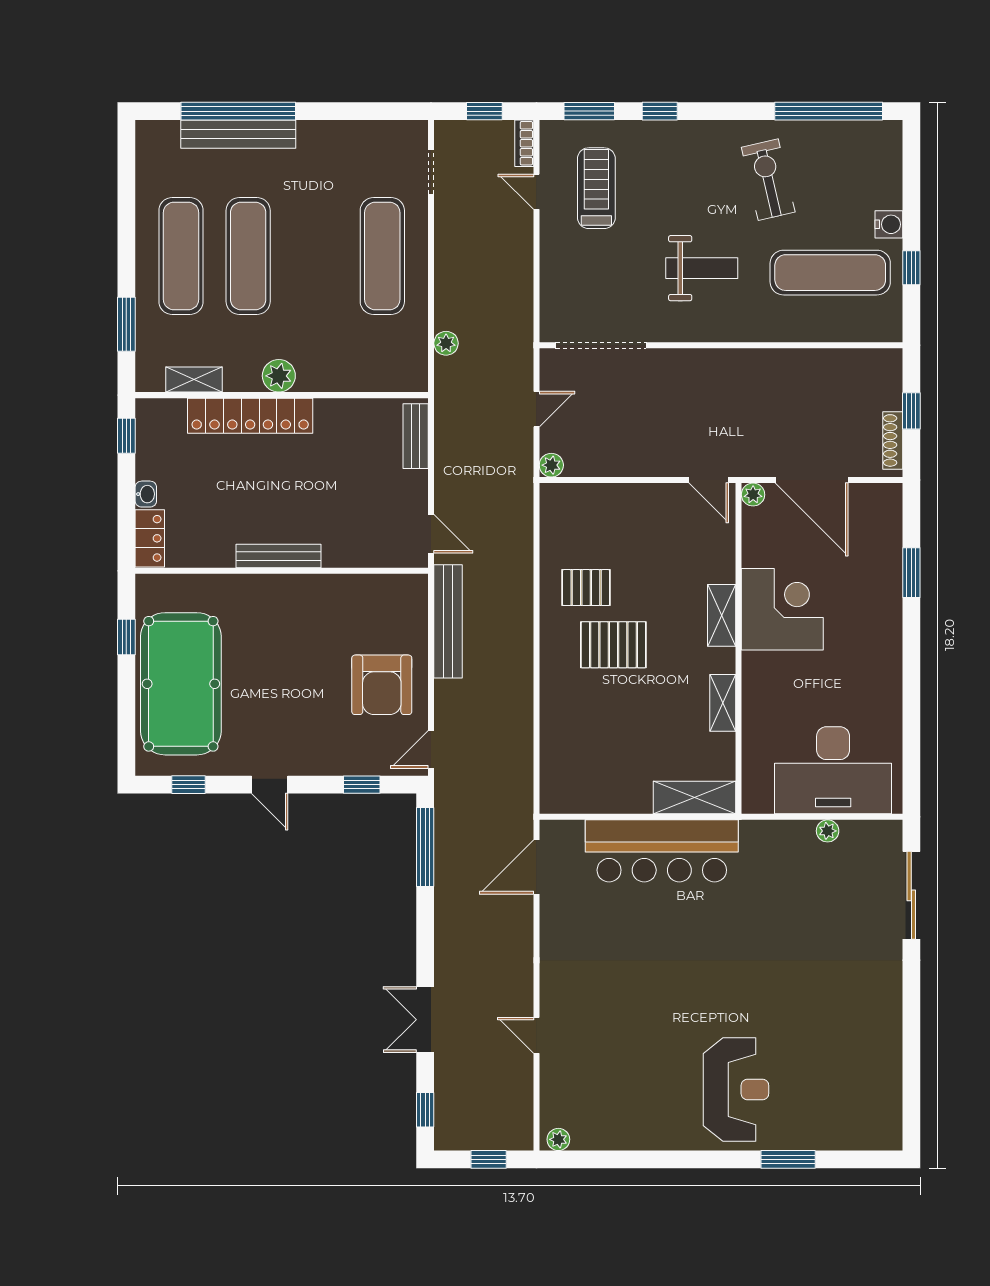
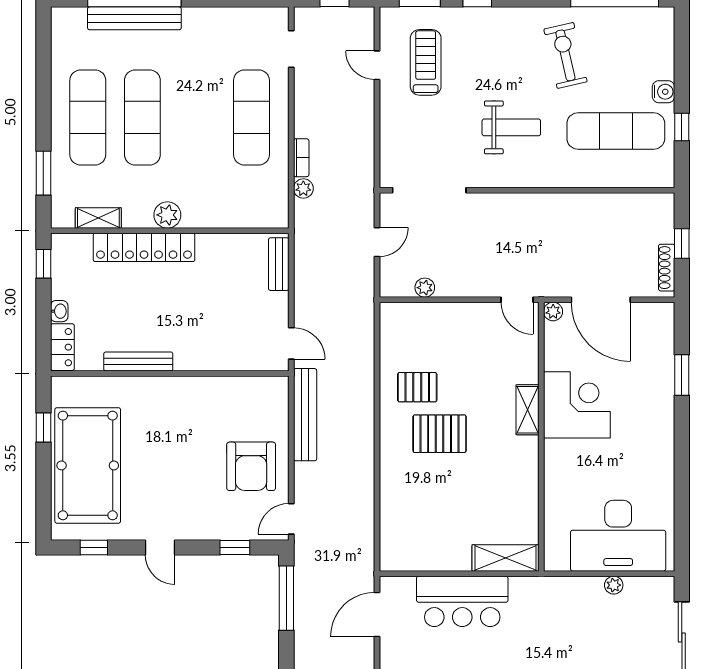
bookcase: (524, 143) -> (301, 158), moved, turned 180
plant: (551, 465) -> (425, 288), moved
bench: (279, 556) -> (138, 362), moved
shelving: (723, 703) -> (528, 481), removed
bar counter: (662, 851) -> (462, 601), width x0.73

